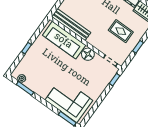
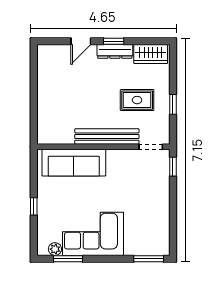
bench: (71, 25) -> (107, 137), moved
floor lamp: (88, 54) -> (116, 159), removed
corner sofa: (69, 100) -> (93, 234), moved

